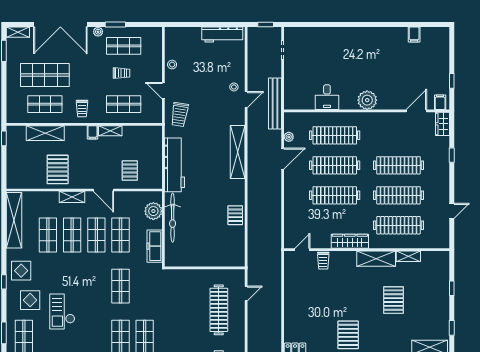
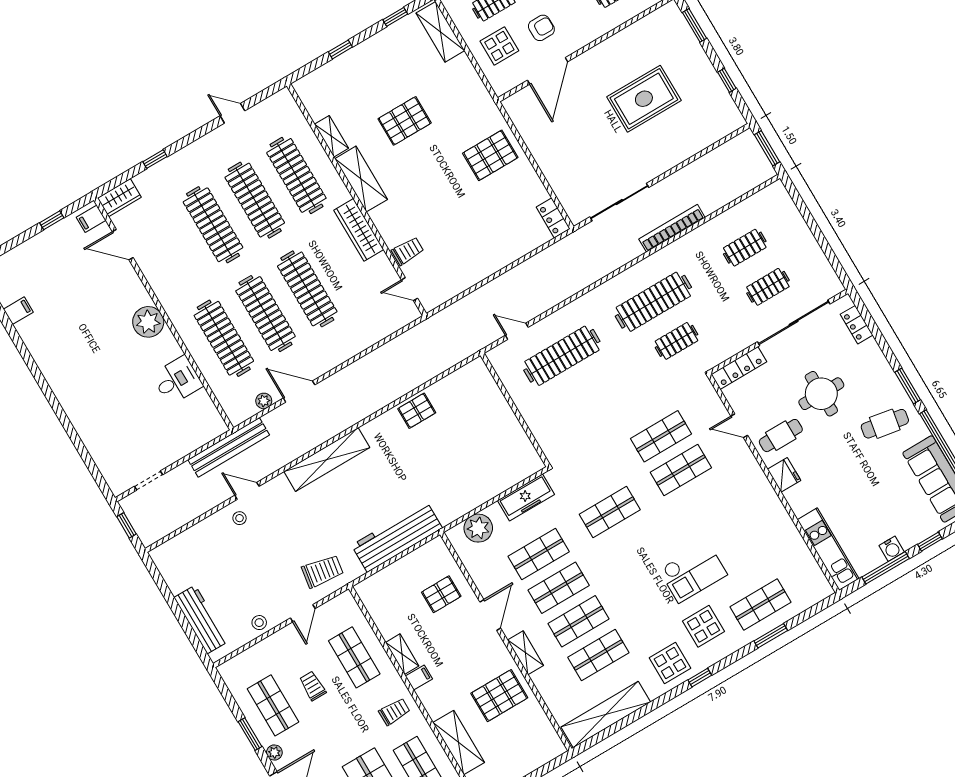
workbench: (222, 35) -> (201, 620), moved
bicycle: (173, 218) -> (472, 496), removed

